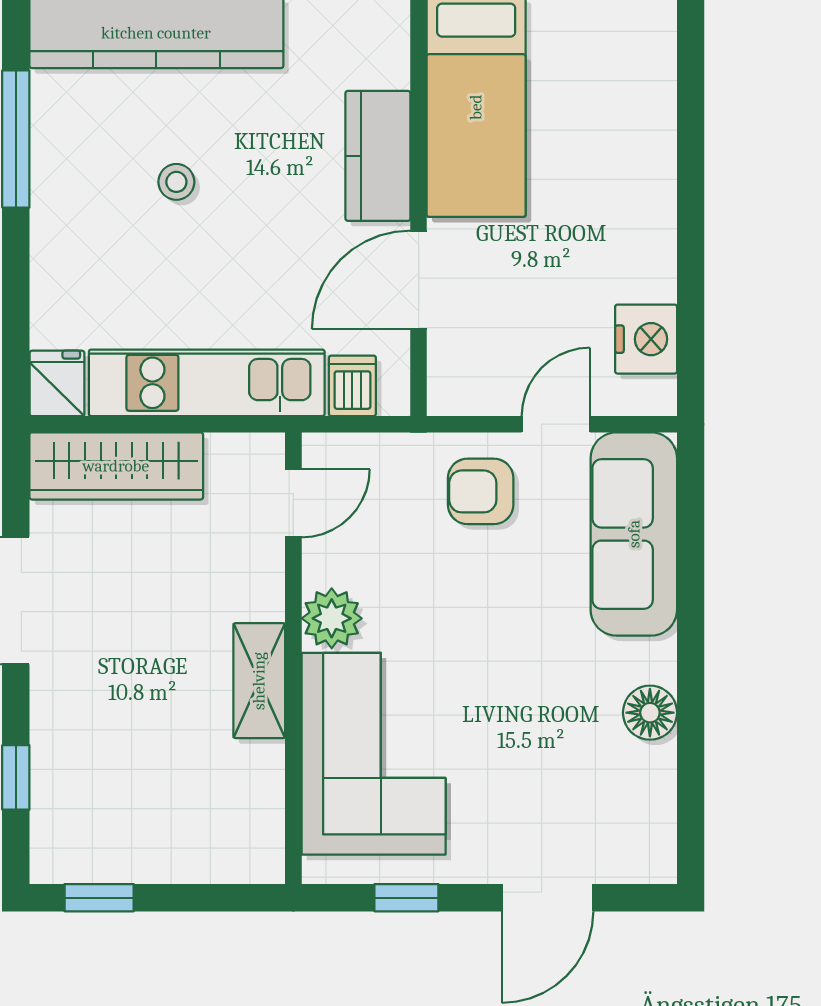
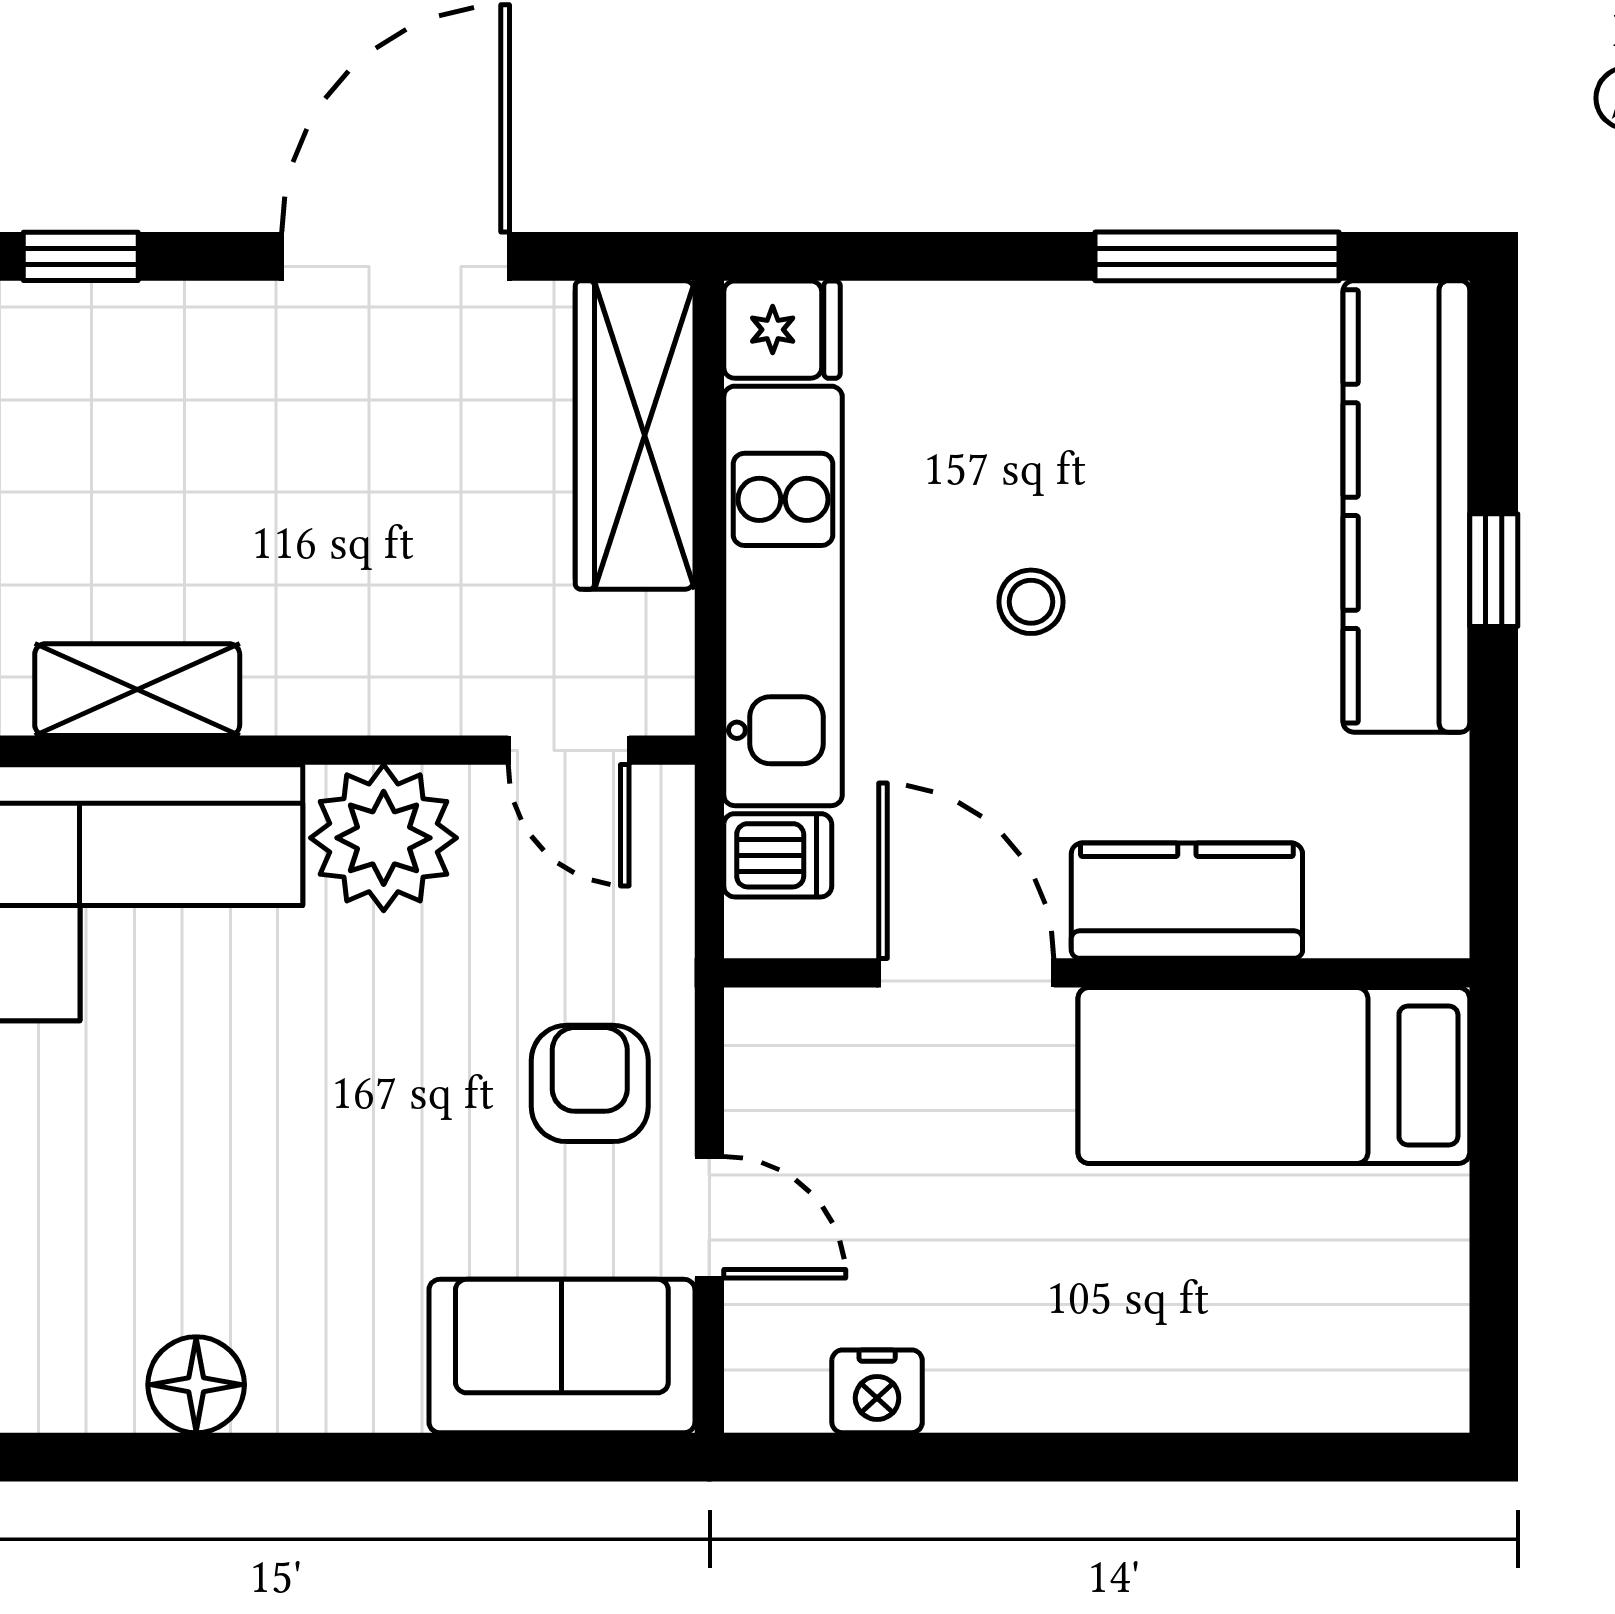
stool: (176, 182) -> (1031, 602), moved
nightstand: (646, 339) -> (877, 1391), width x0.74, depth x0.75
sofa: (634, 534) -> (562, 1356), width x0.73
plant: (332, 618) -> (384, 838), width x1.36, depth x1.36
shelving: (259, 681) -> (137, 690), moved

